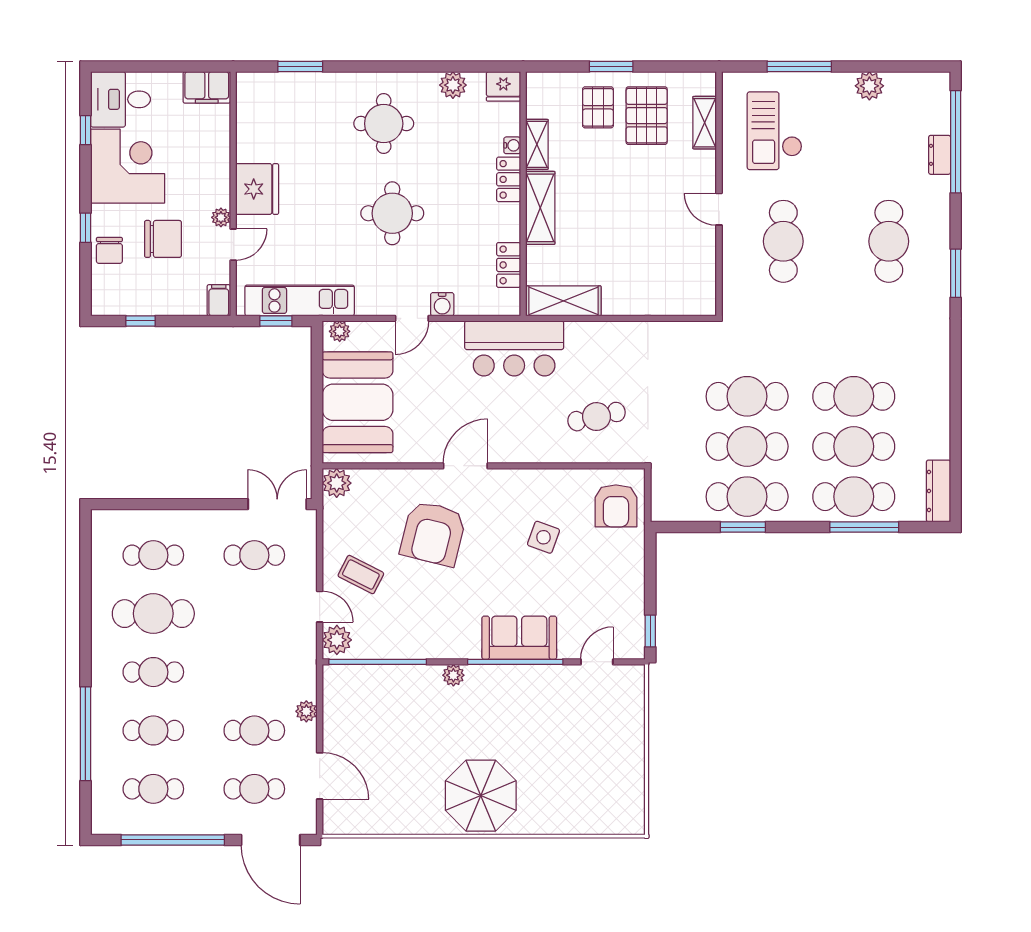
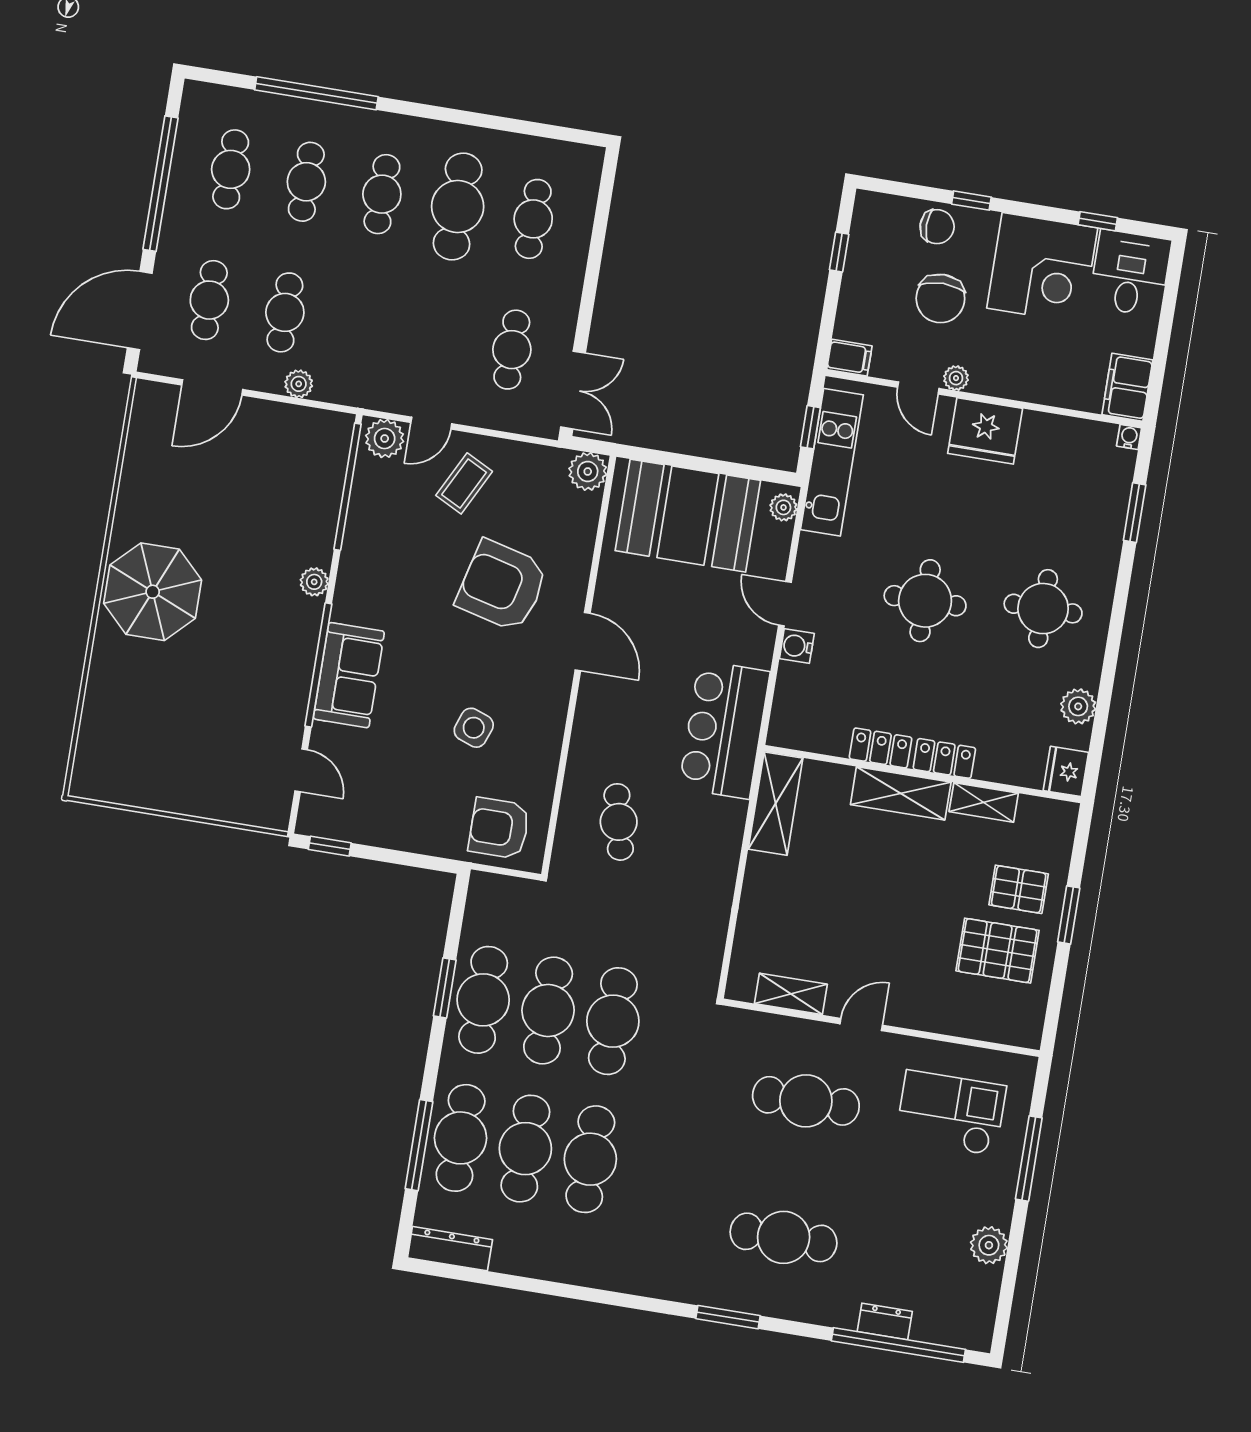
shelving: (705, 123) -> (791, 994), moved
water cooler: (512, 145) -> (1129, 437), moved, turned 180
chair: (109, 250) -> (937, 227), turned 180
locker: (509, 265) -> (880, 748), moved

